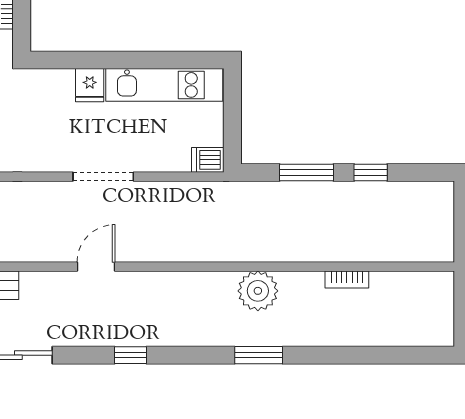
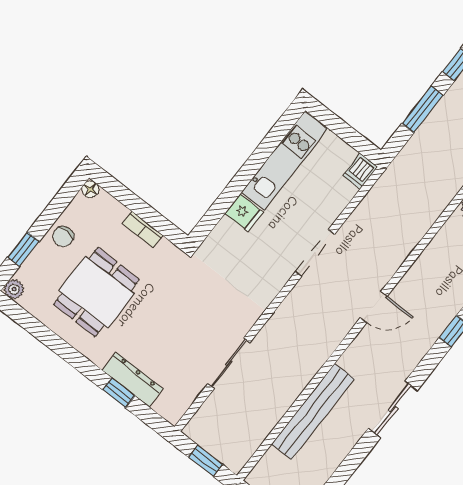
door: (96, 267) -> (374, 307), swing flipped

